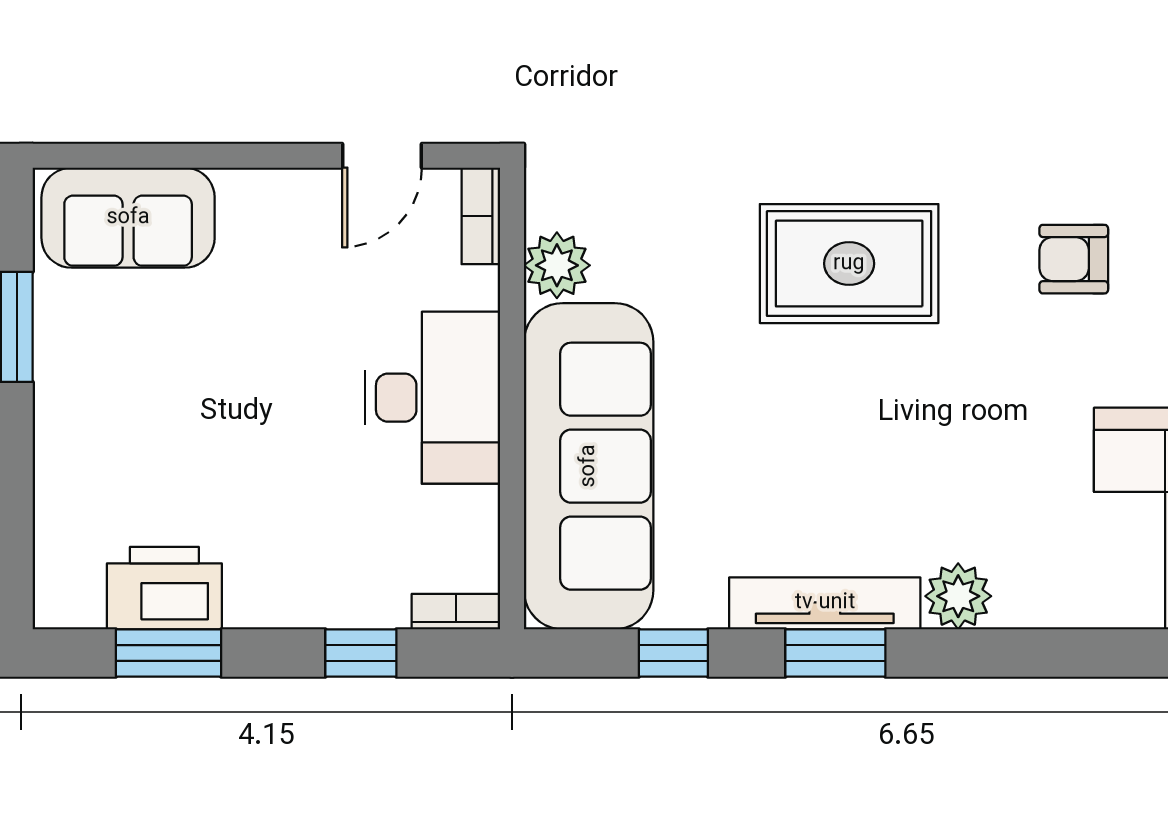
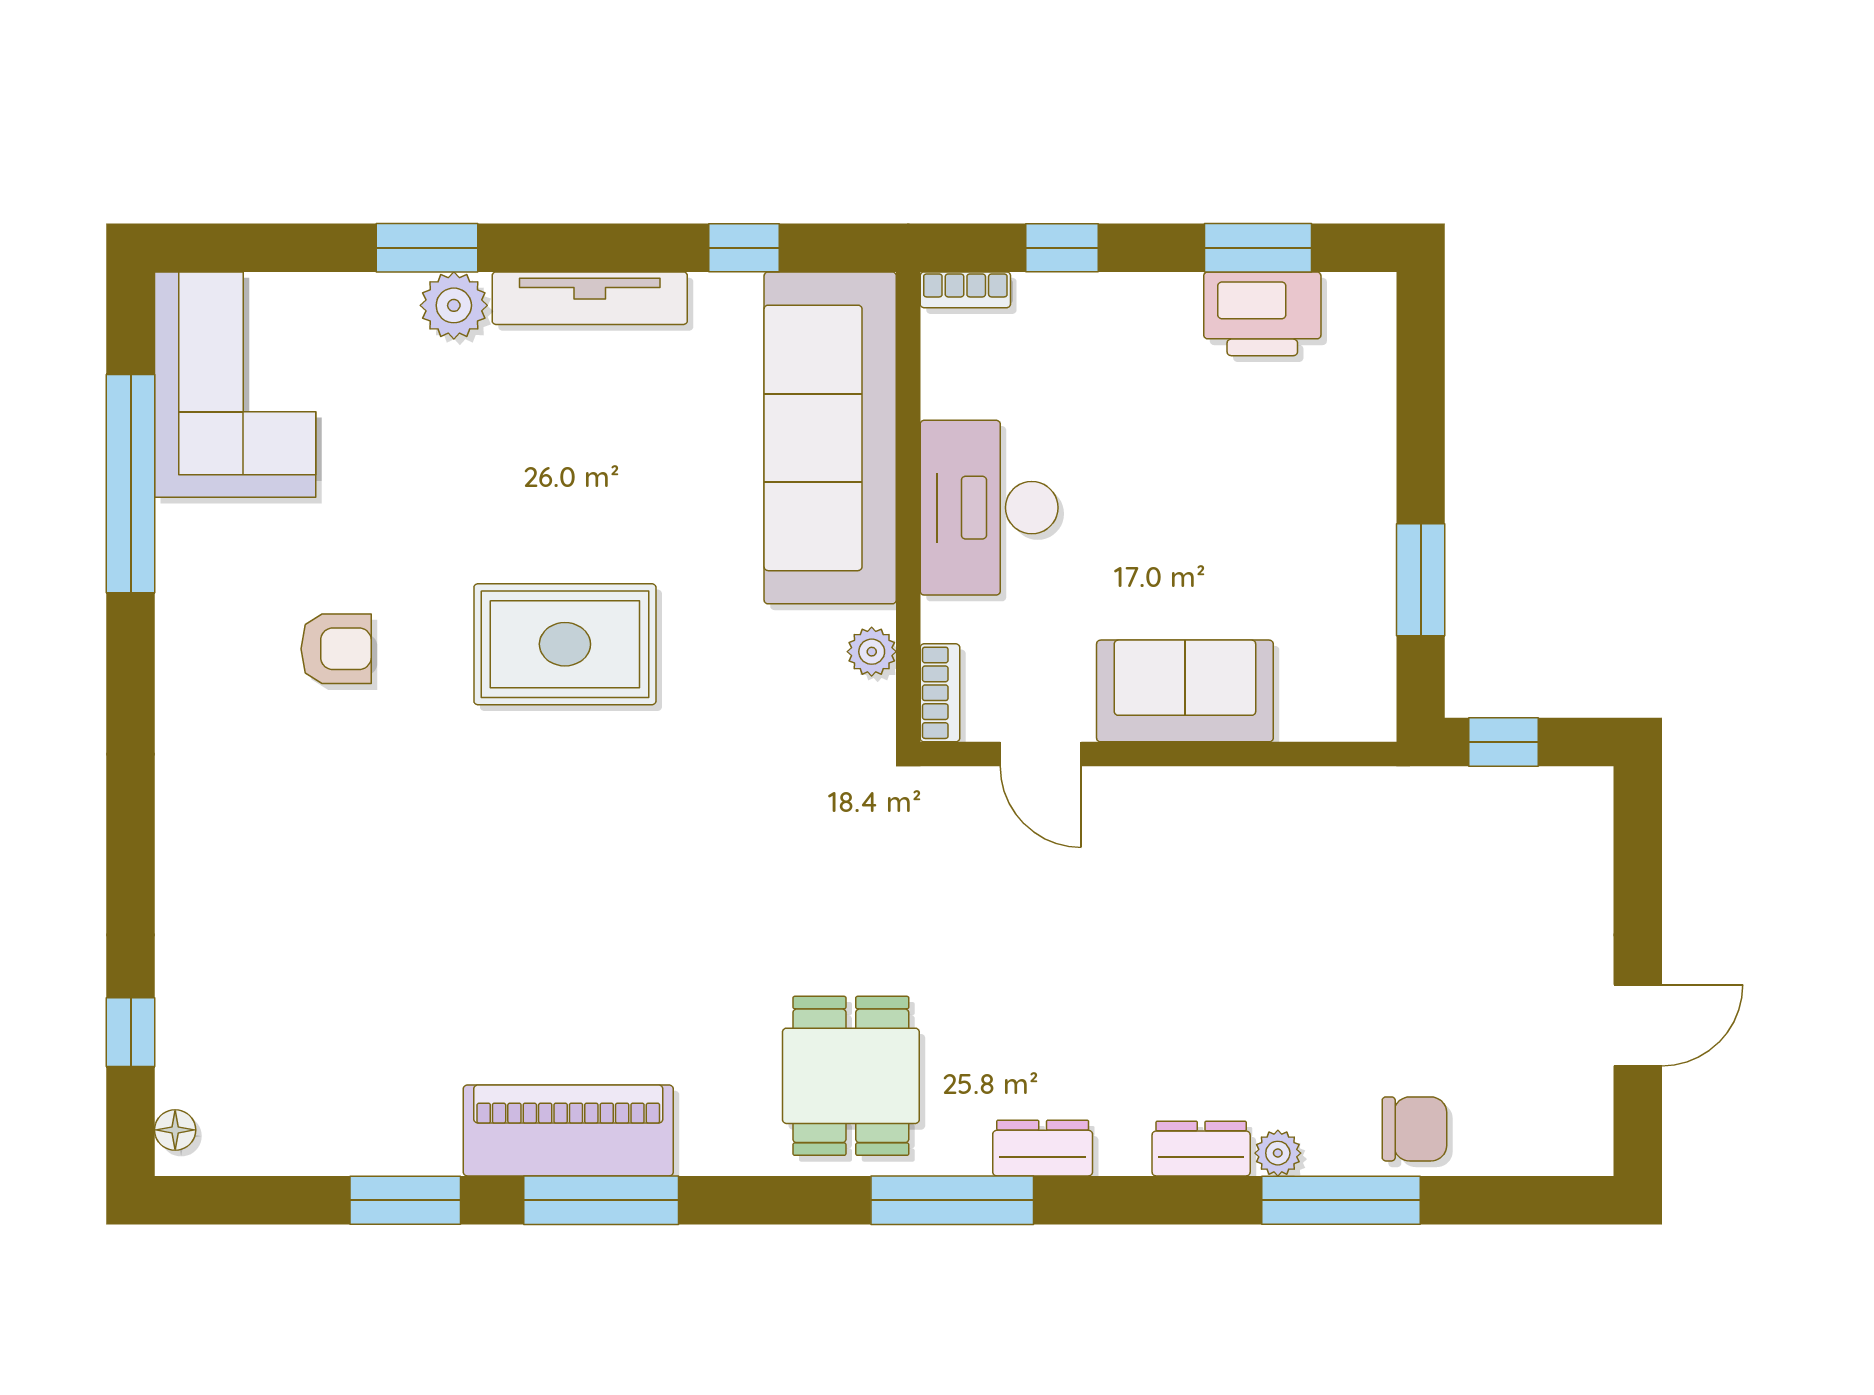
door: (382, 156) -> (1041, 754), swing flipped
sofa: (128, 218) -> (1185, 691), moved
plant: (557, 265) -> (872, 652), width x0.73, depth x0.73
window: (835, 653) -> (427, 248), moved

